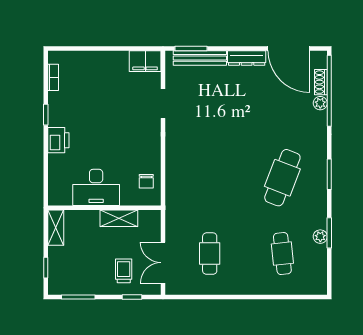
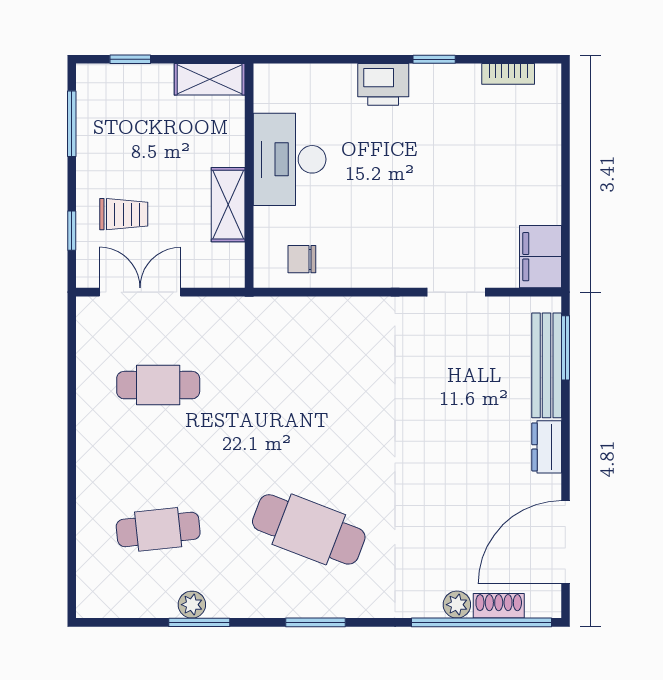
dresser: (247, 58) -> (547, 447), width x0.70

